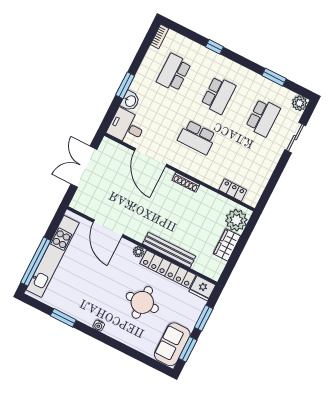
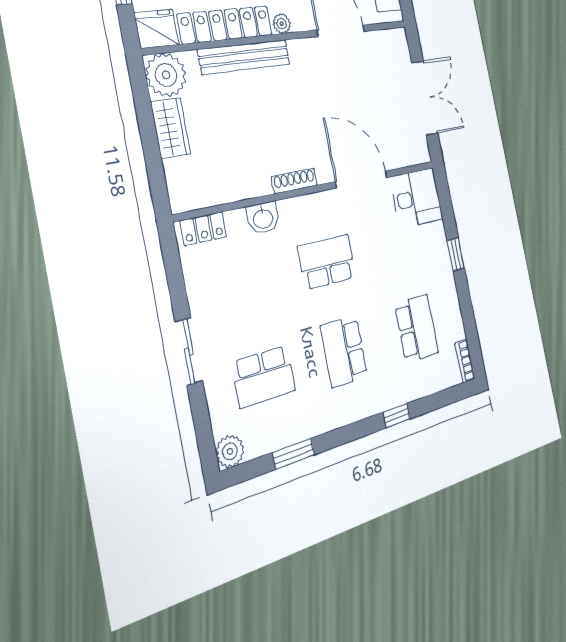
window: (125, 85) -> (456, 254), width x0.67
washbasin: (130, 101) -> (263, 218), moved, turned -90
school desk: (263, 118) -> (264, 377), turned -90
sliding door: (295, 138) -> (189, 351), moved
locker: (233, 190) -> (203, 229), moved
plant: (236, 220) -> (166, 75), moved

